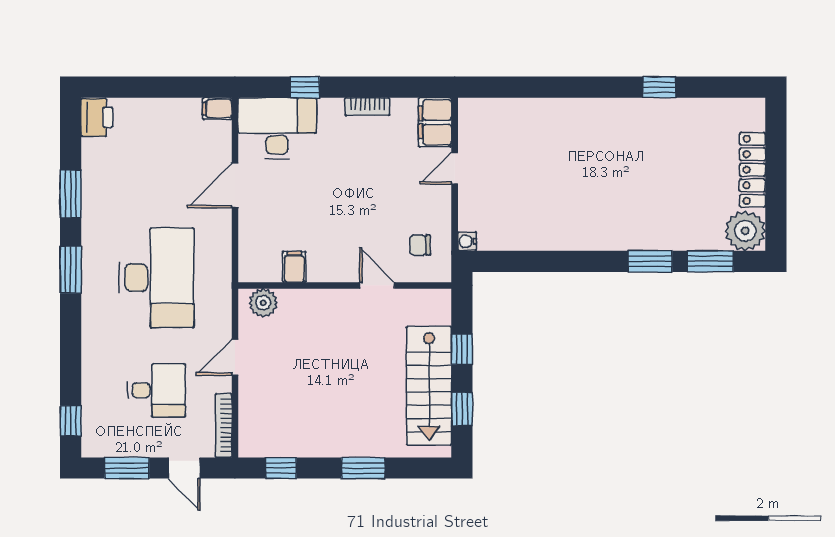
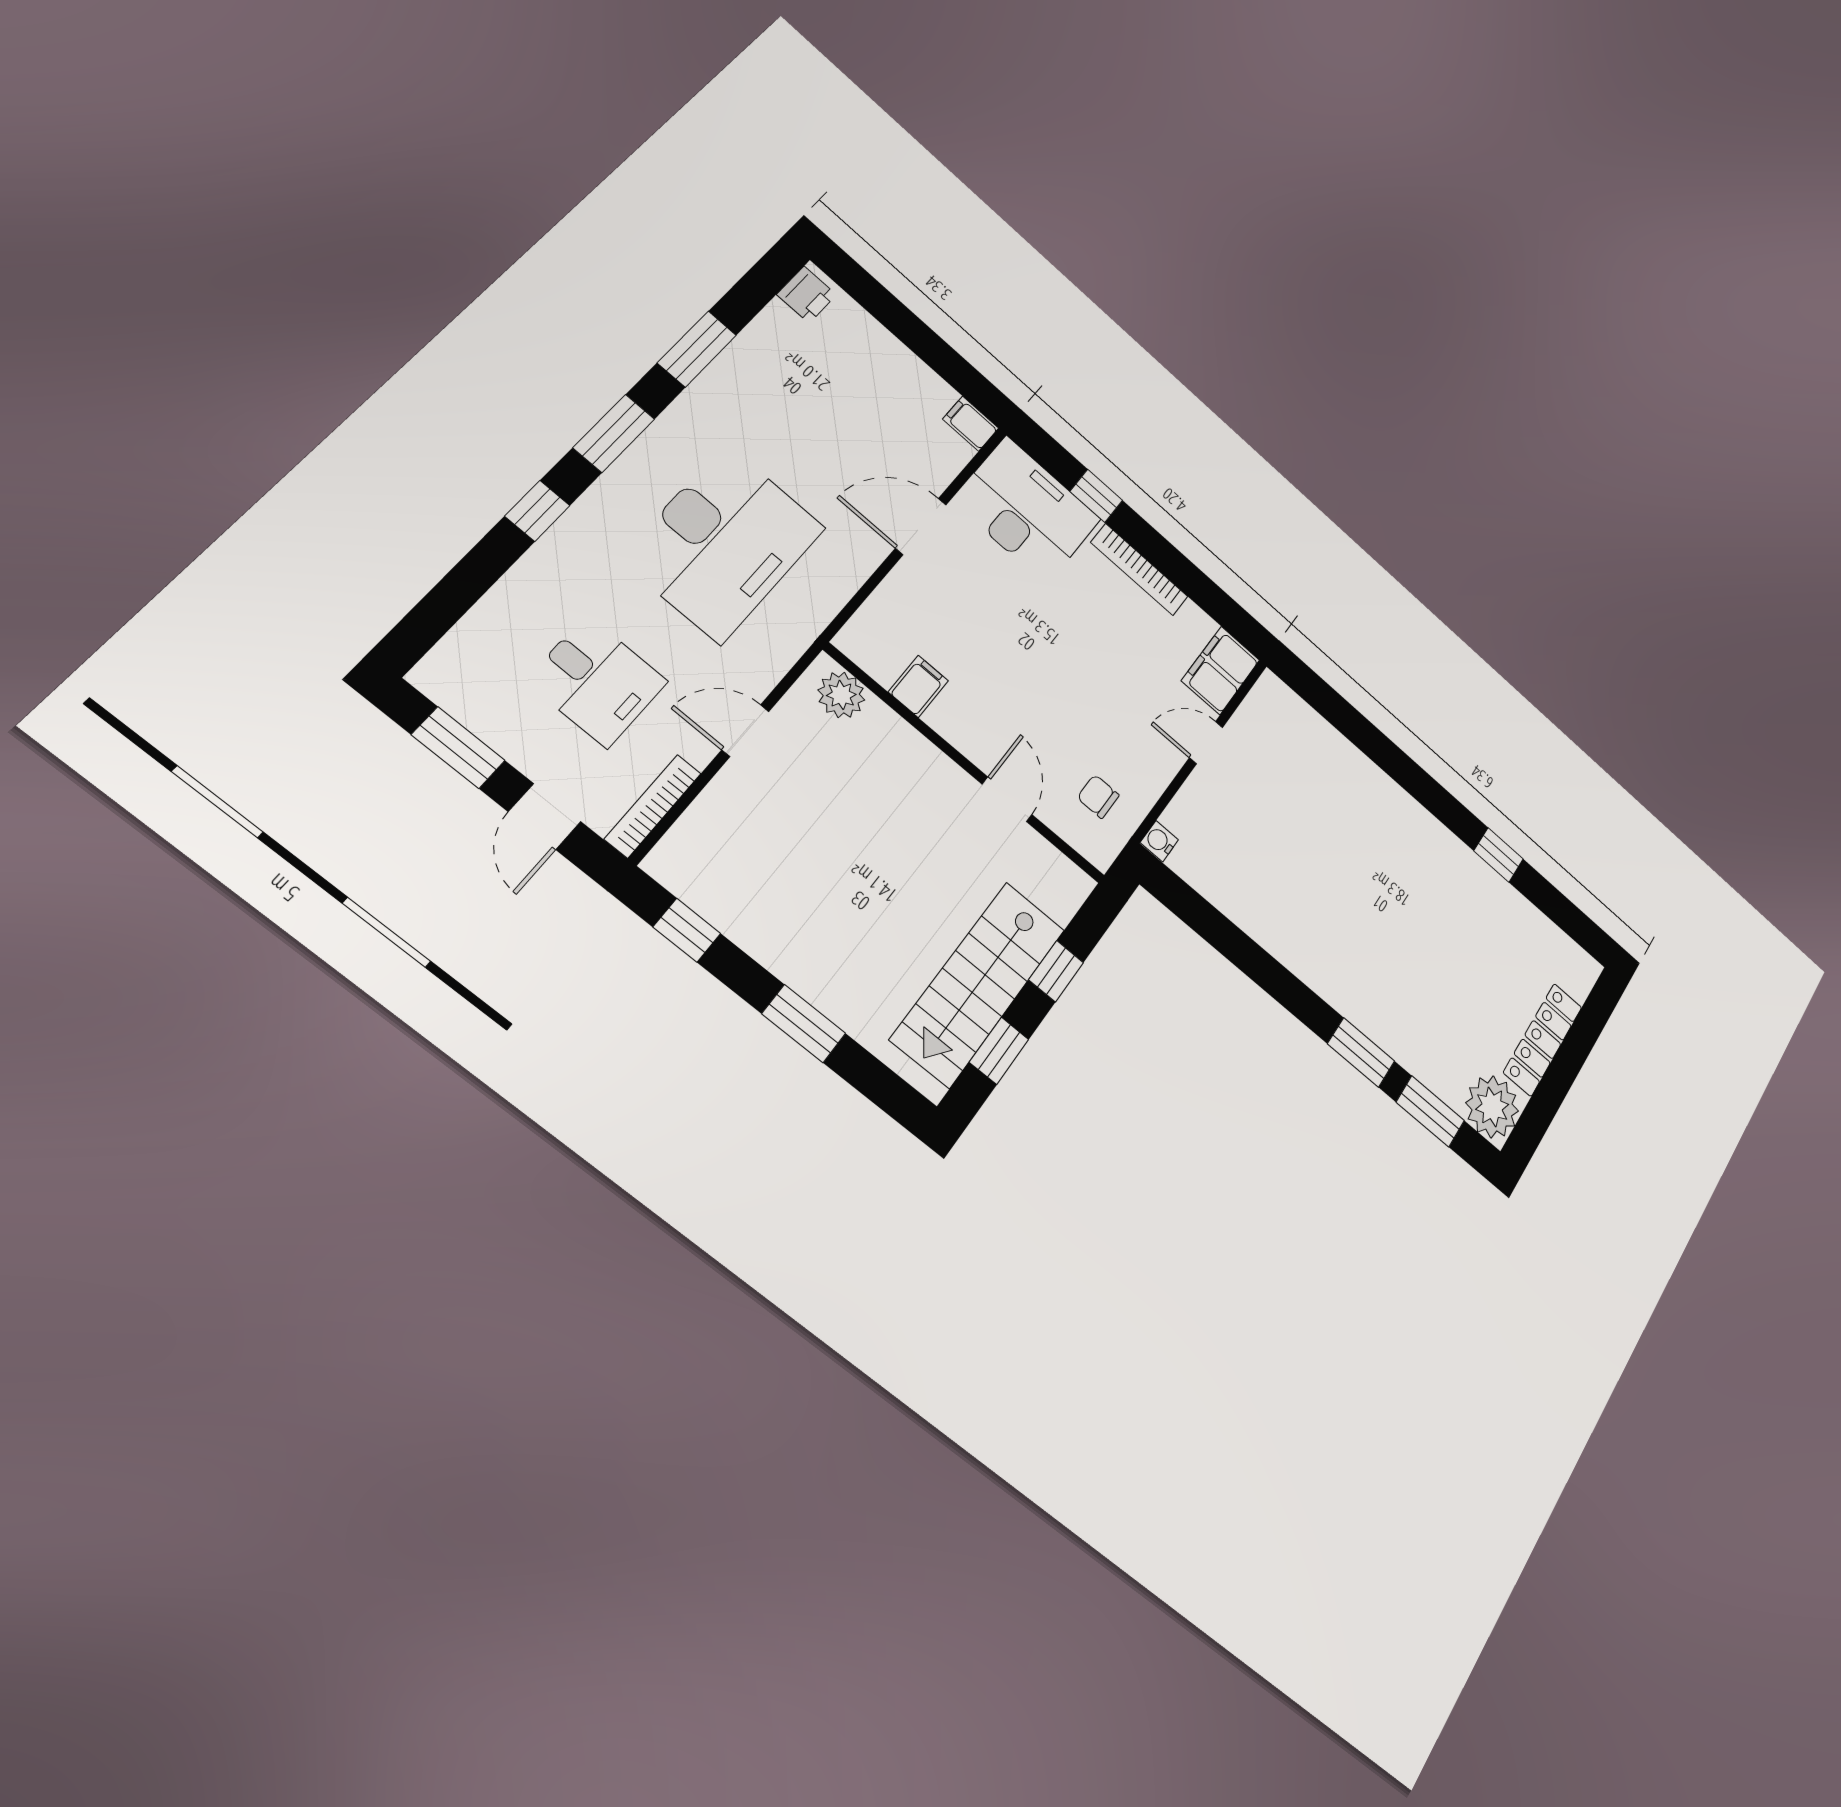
bookcase: (367, 107) -> (1139, 570), width x1.56
printer: (97, 117) -> (807, 295), width x0.73, depth x0.81
window: (71, 421) -> (537, 511), moved

